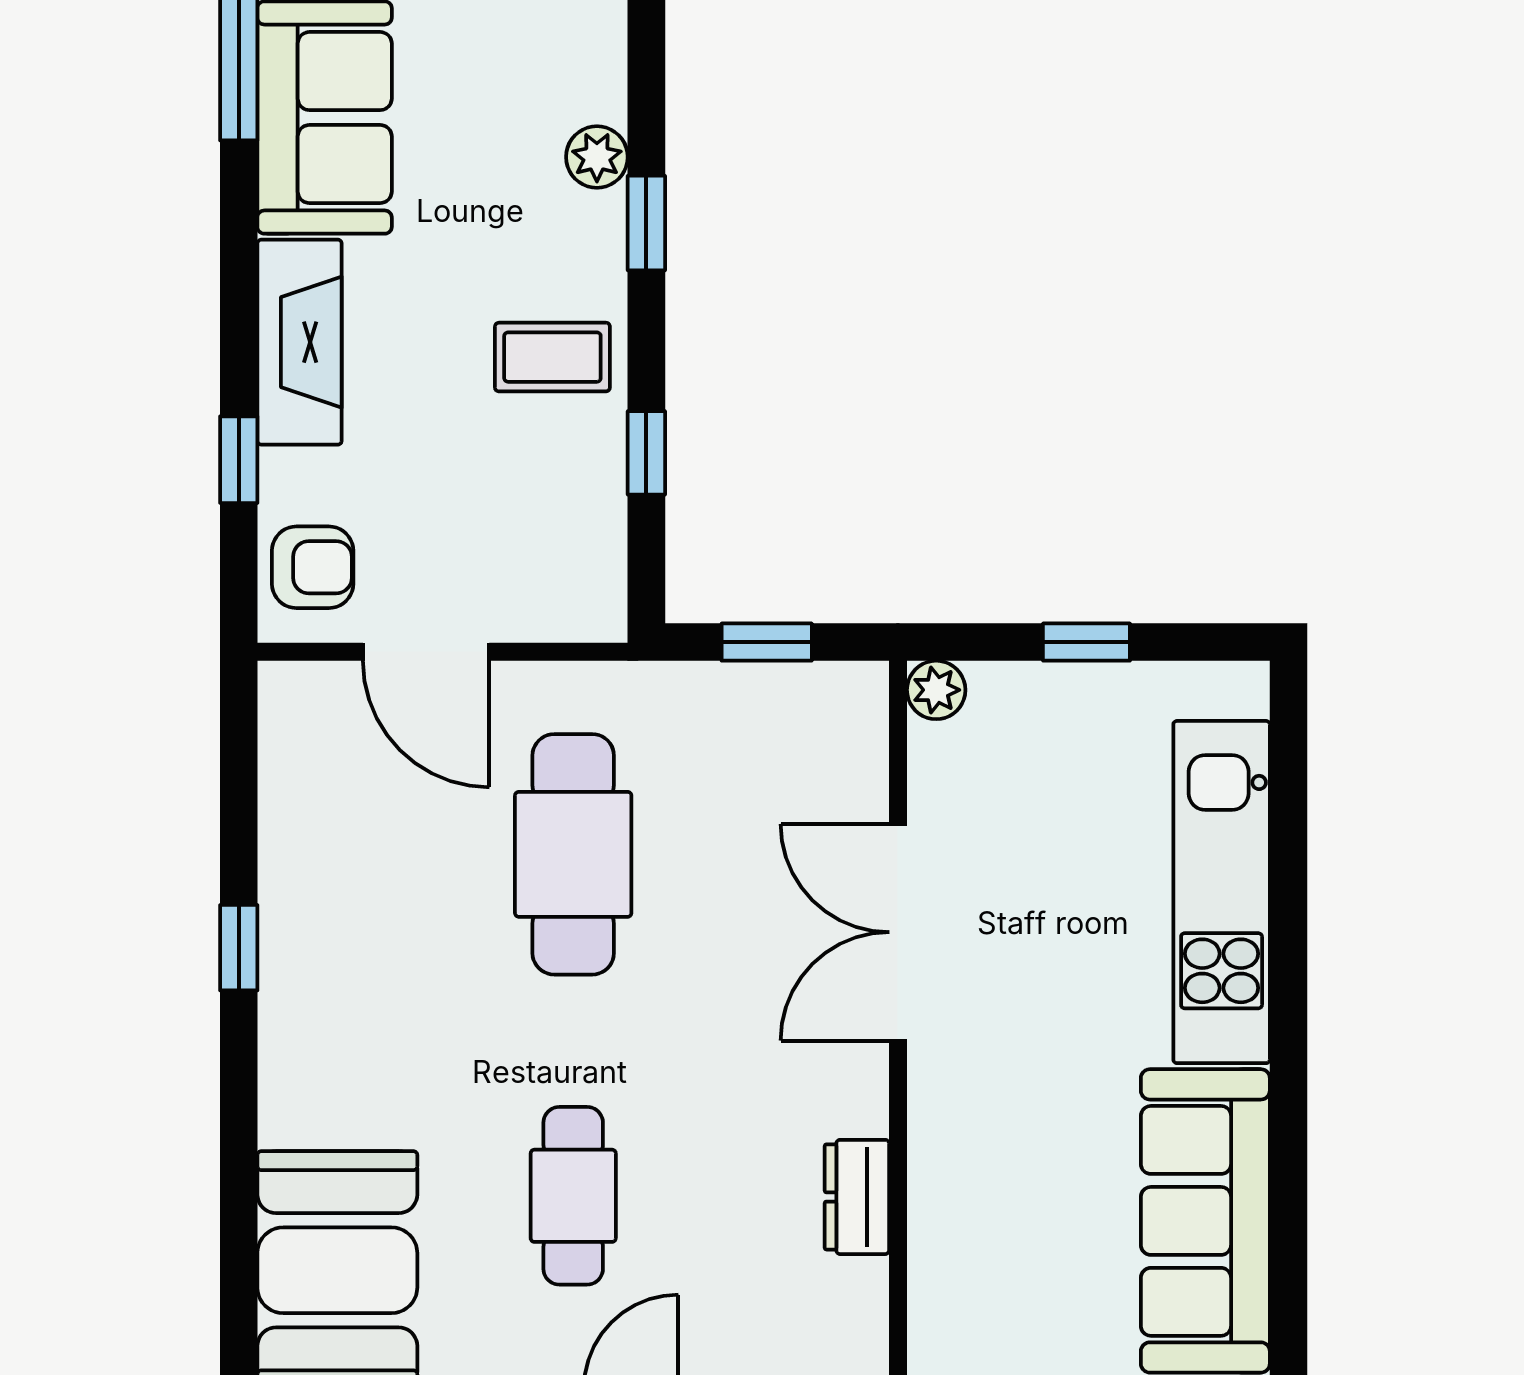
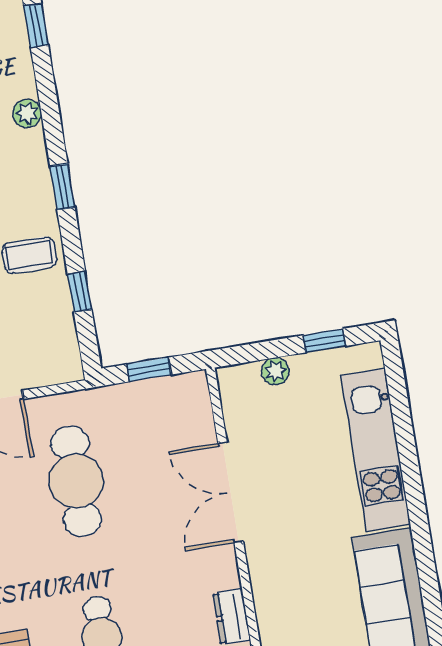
plant: (597, 157) -> (27, 113), moved
window: (1086, 642) -> (324, 341), moved
plant: (936, 690) -> (275, 371), moved

